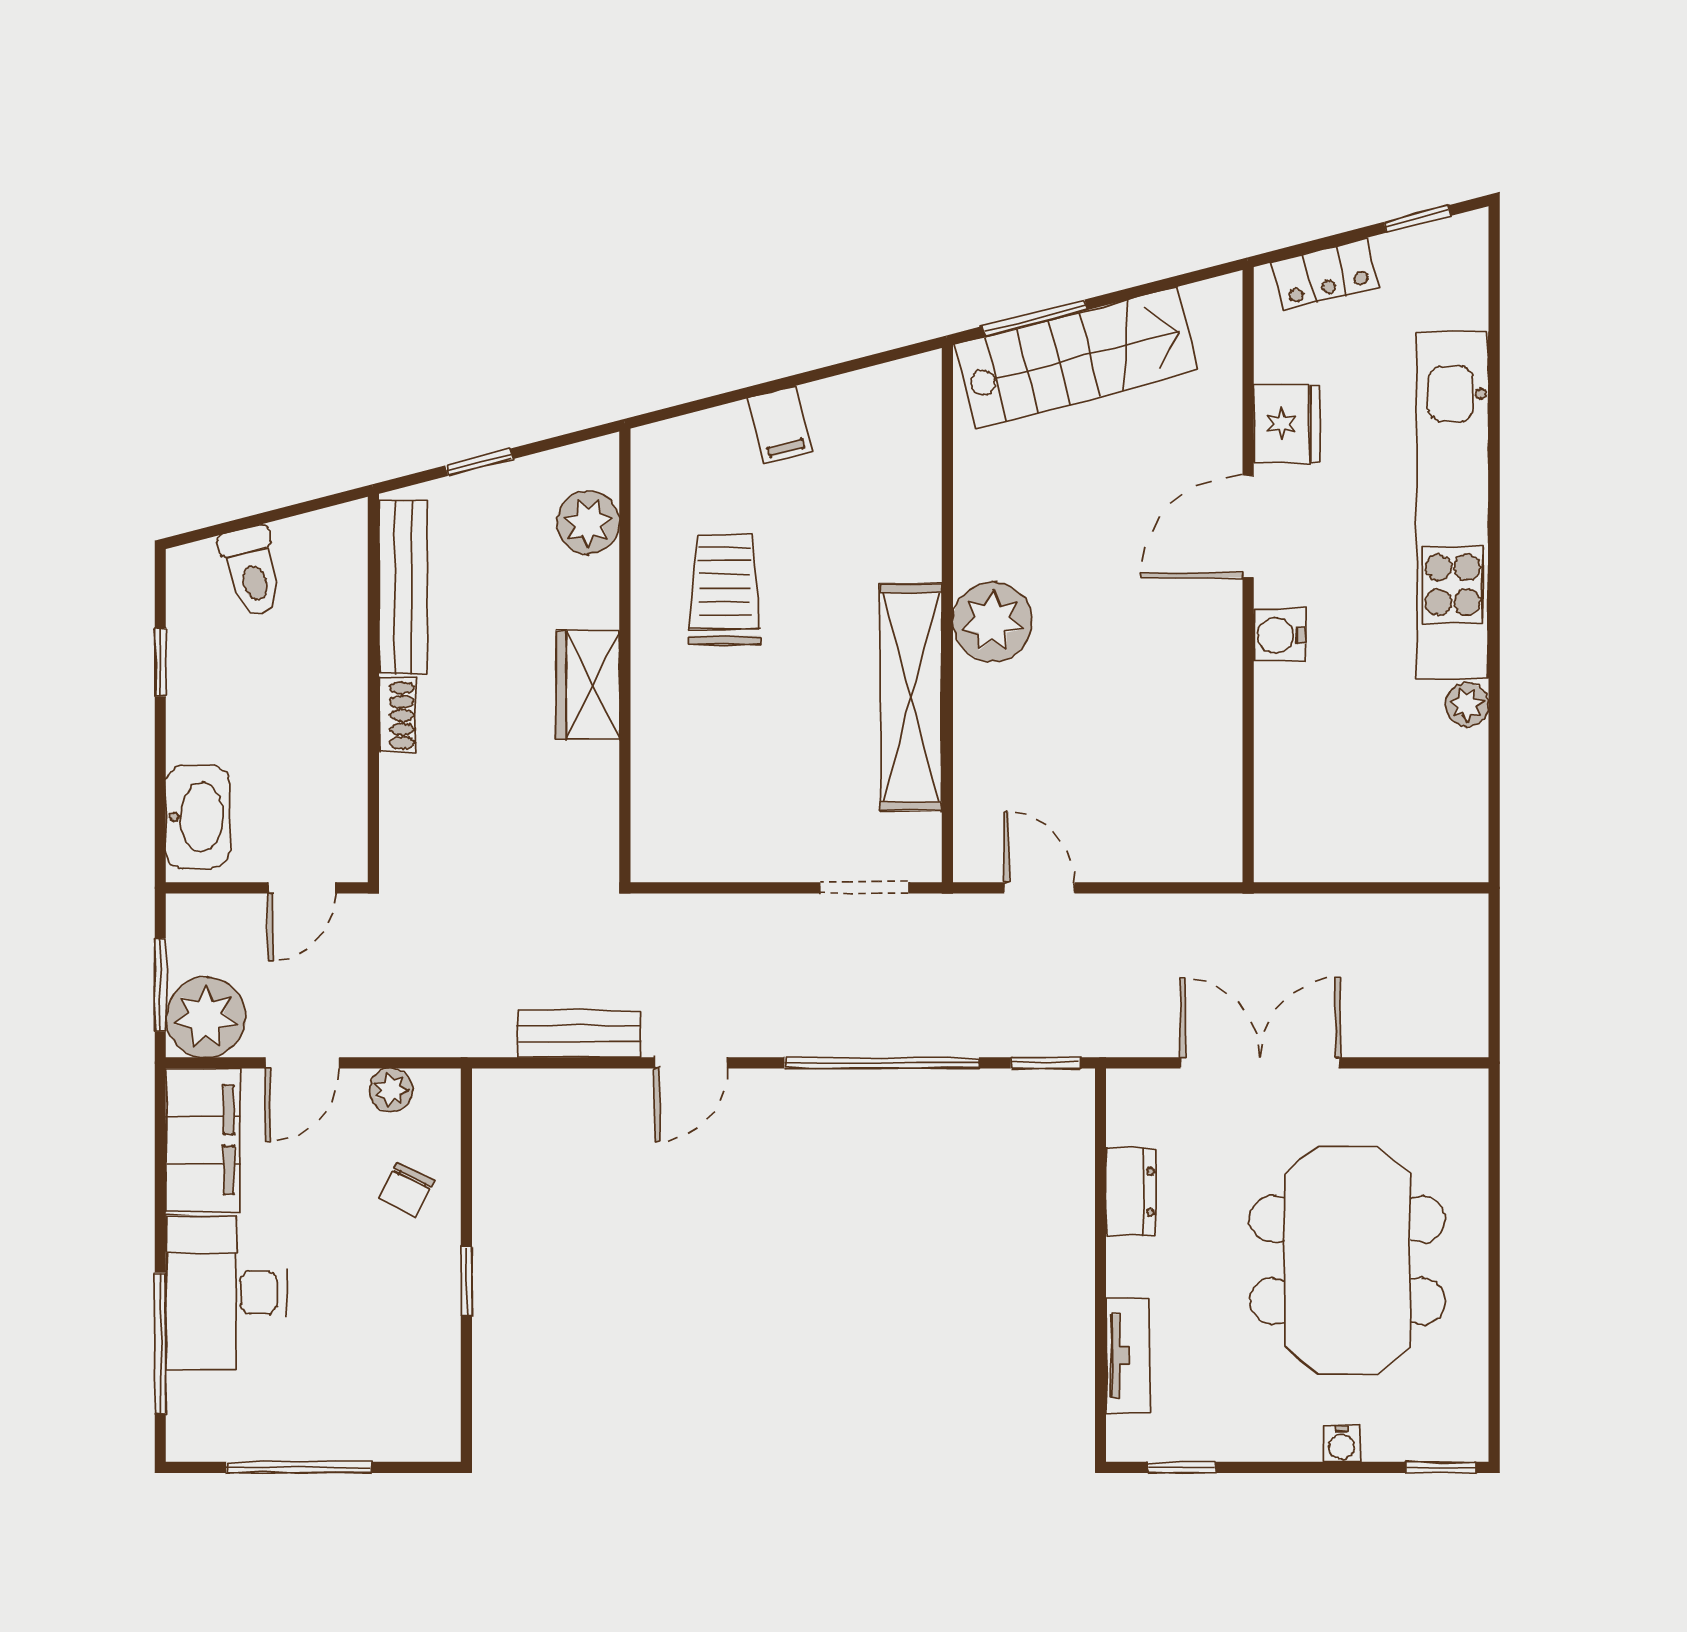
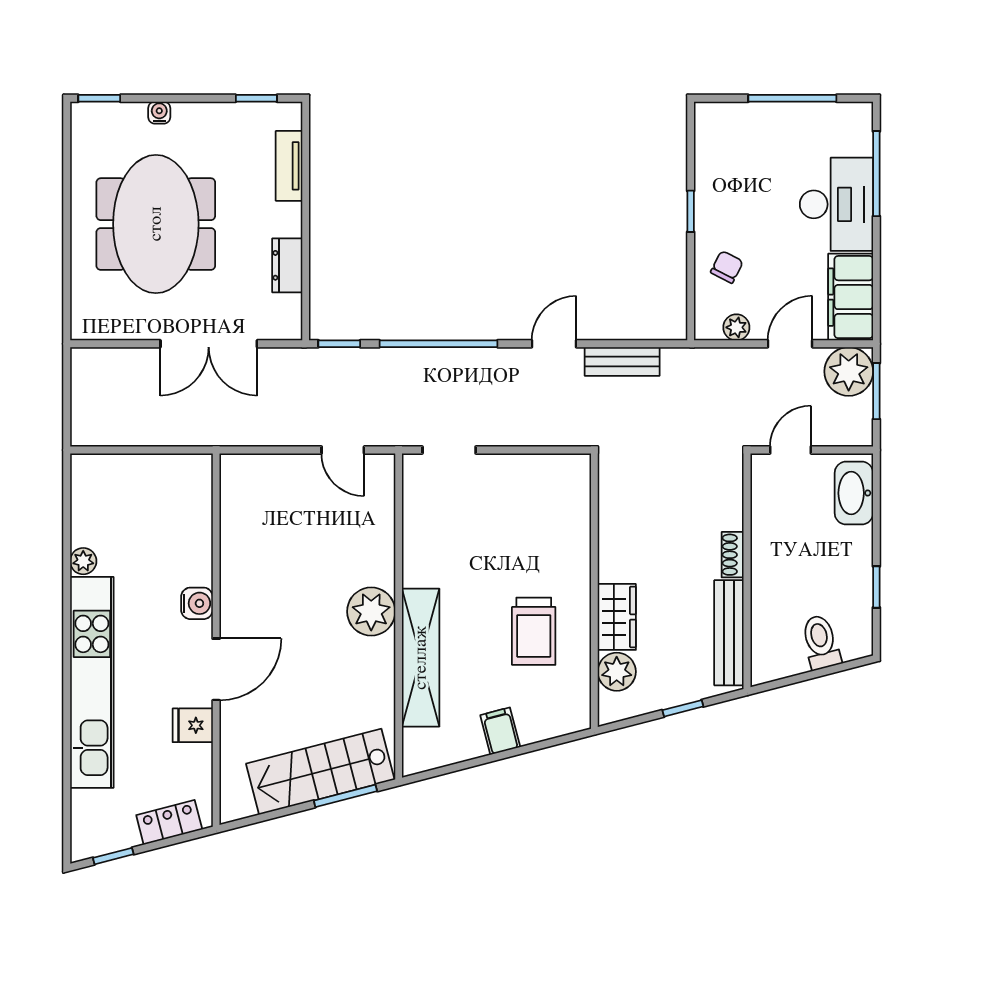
fridge: (1287, 424) -> (193, 725), width x0.72
wardrobe: (588, 685) -> (617, 617), moved
shelving: (911, 697) -> (421, 658), moved

